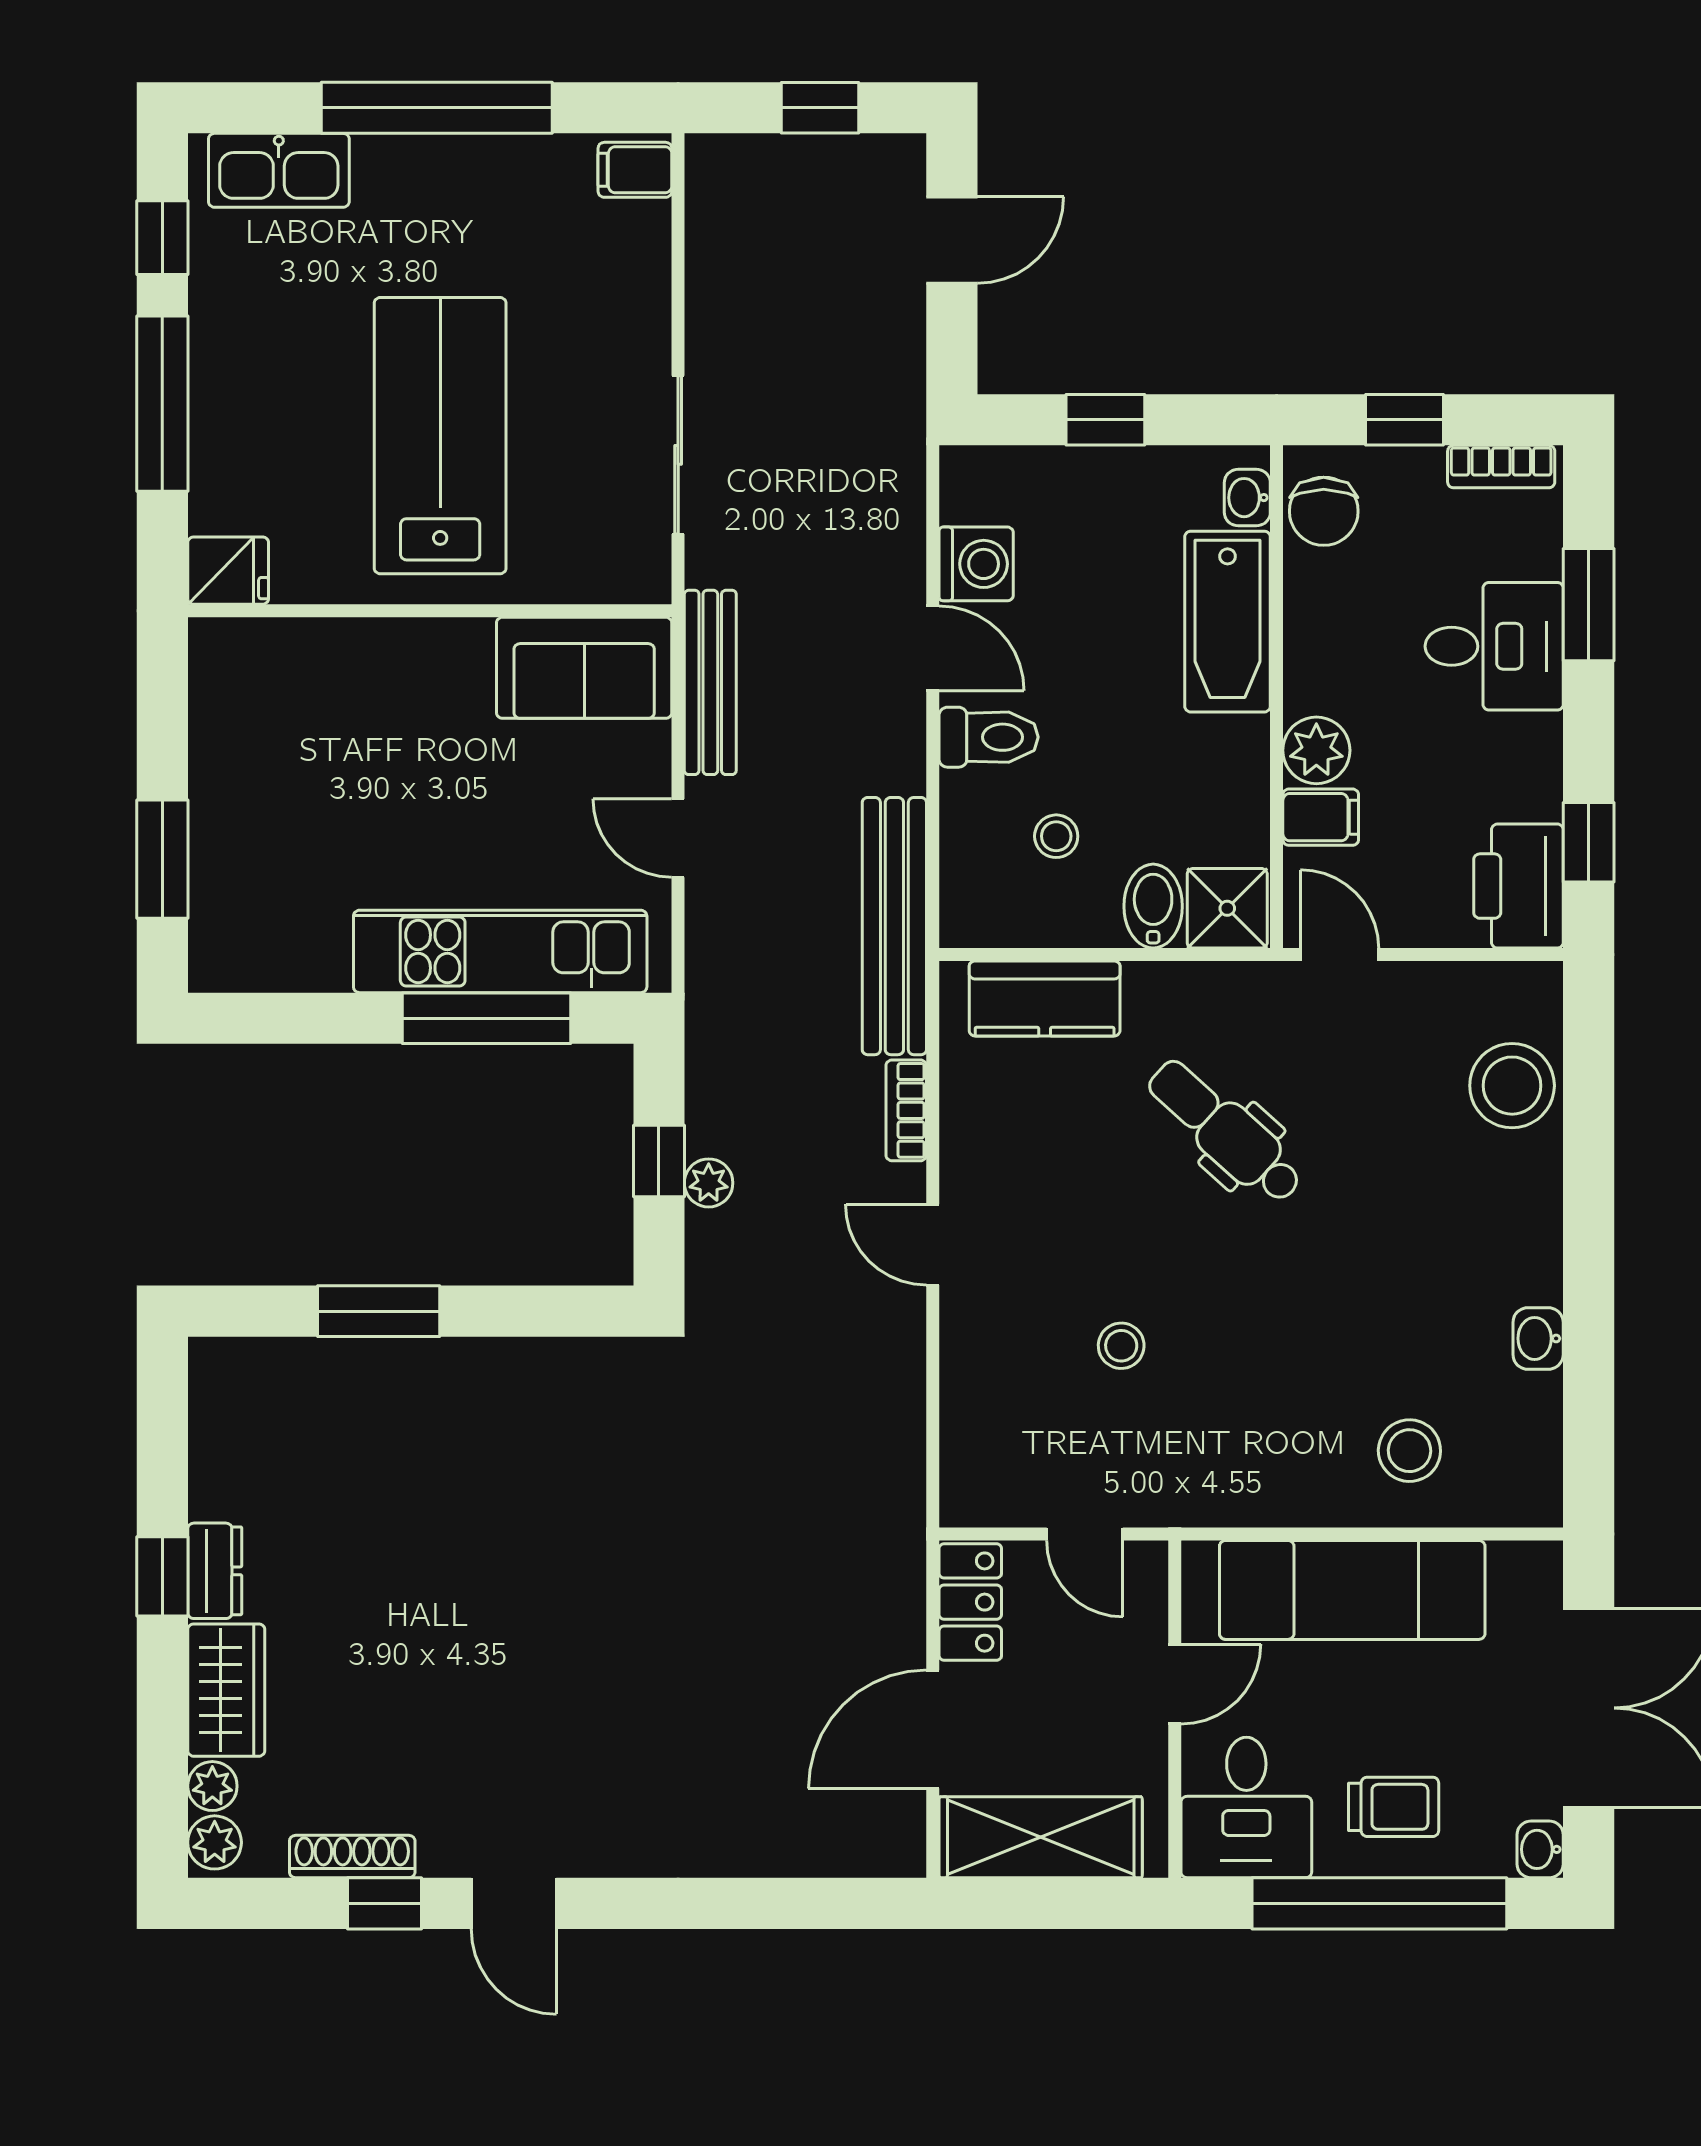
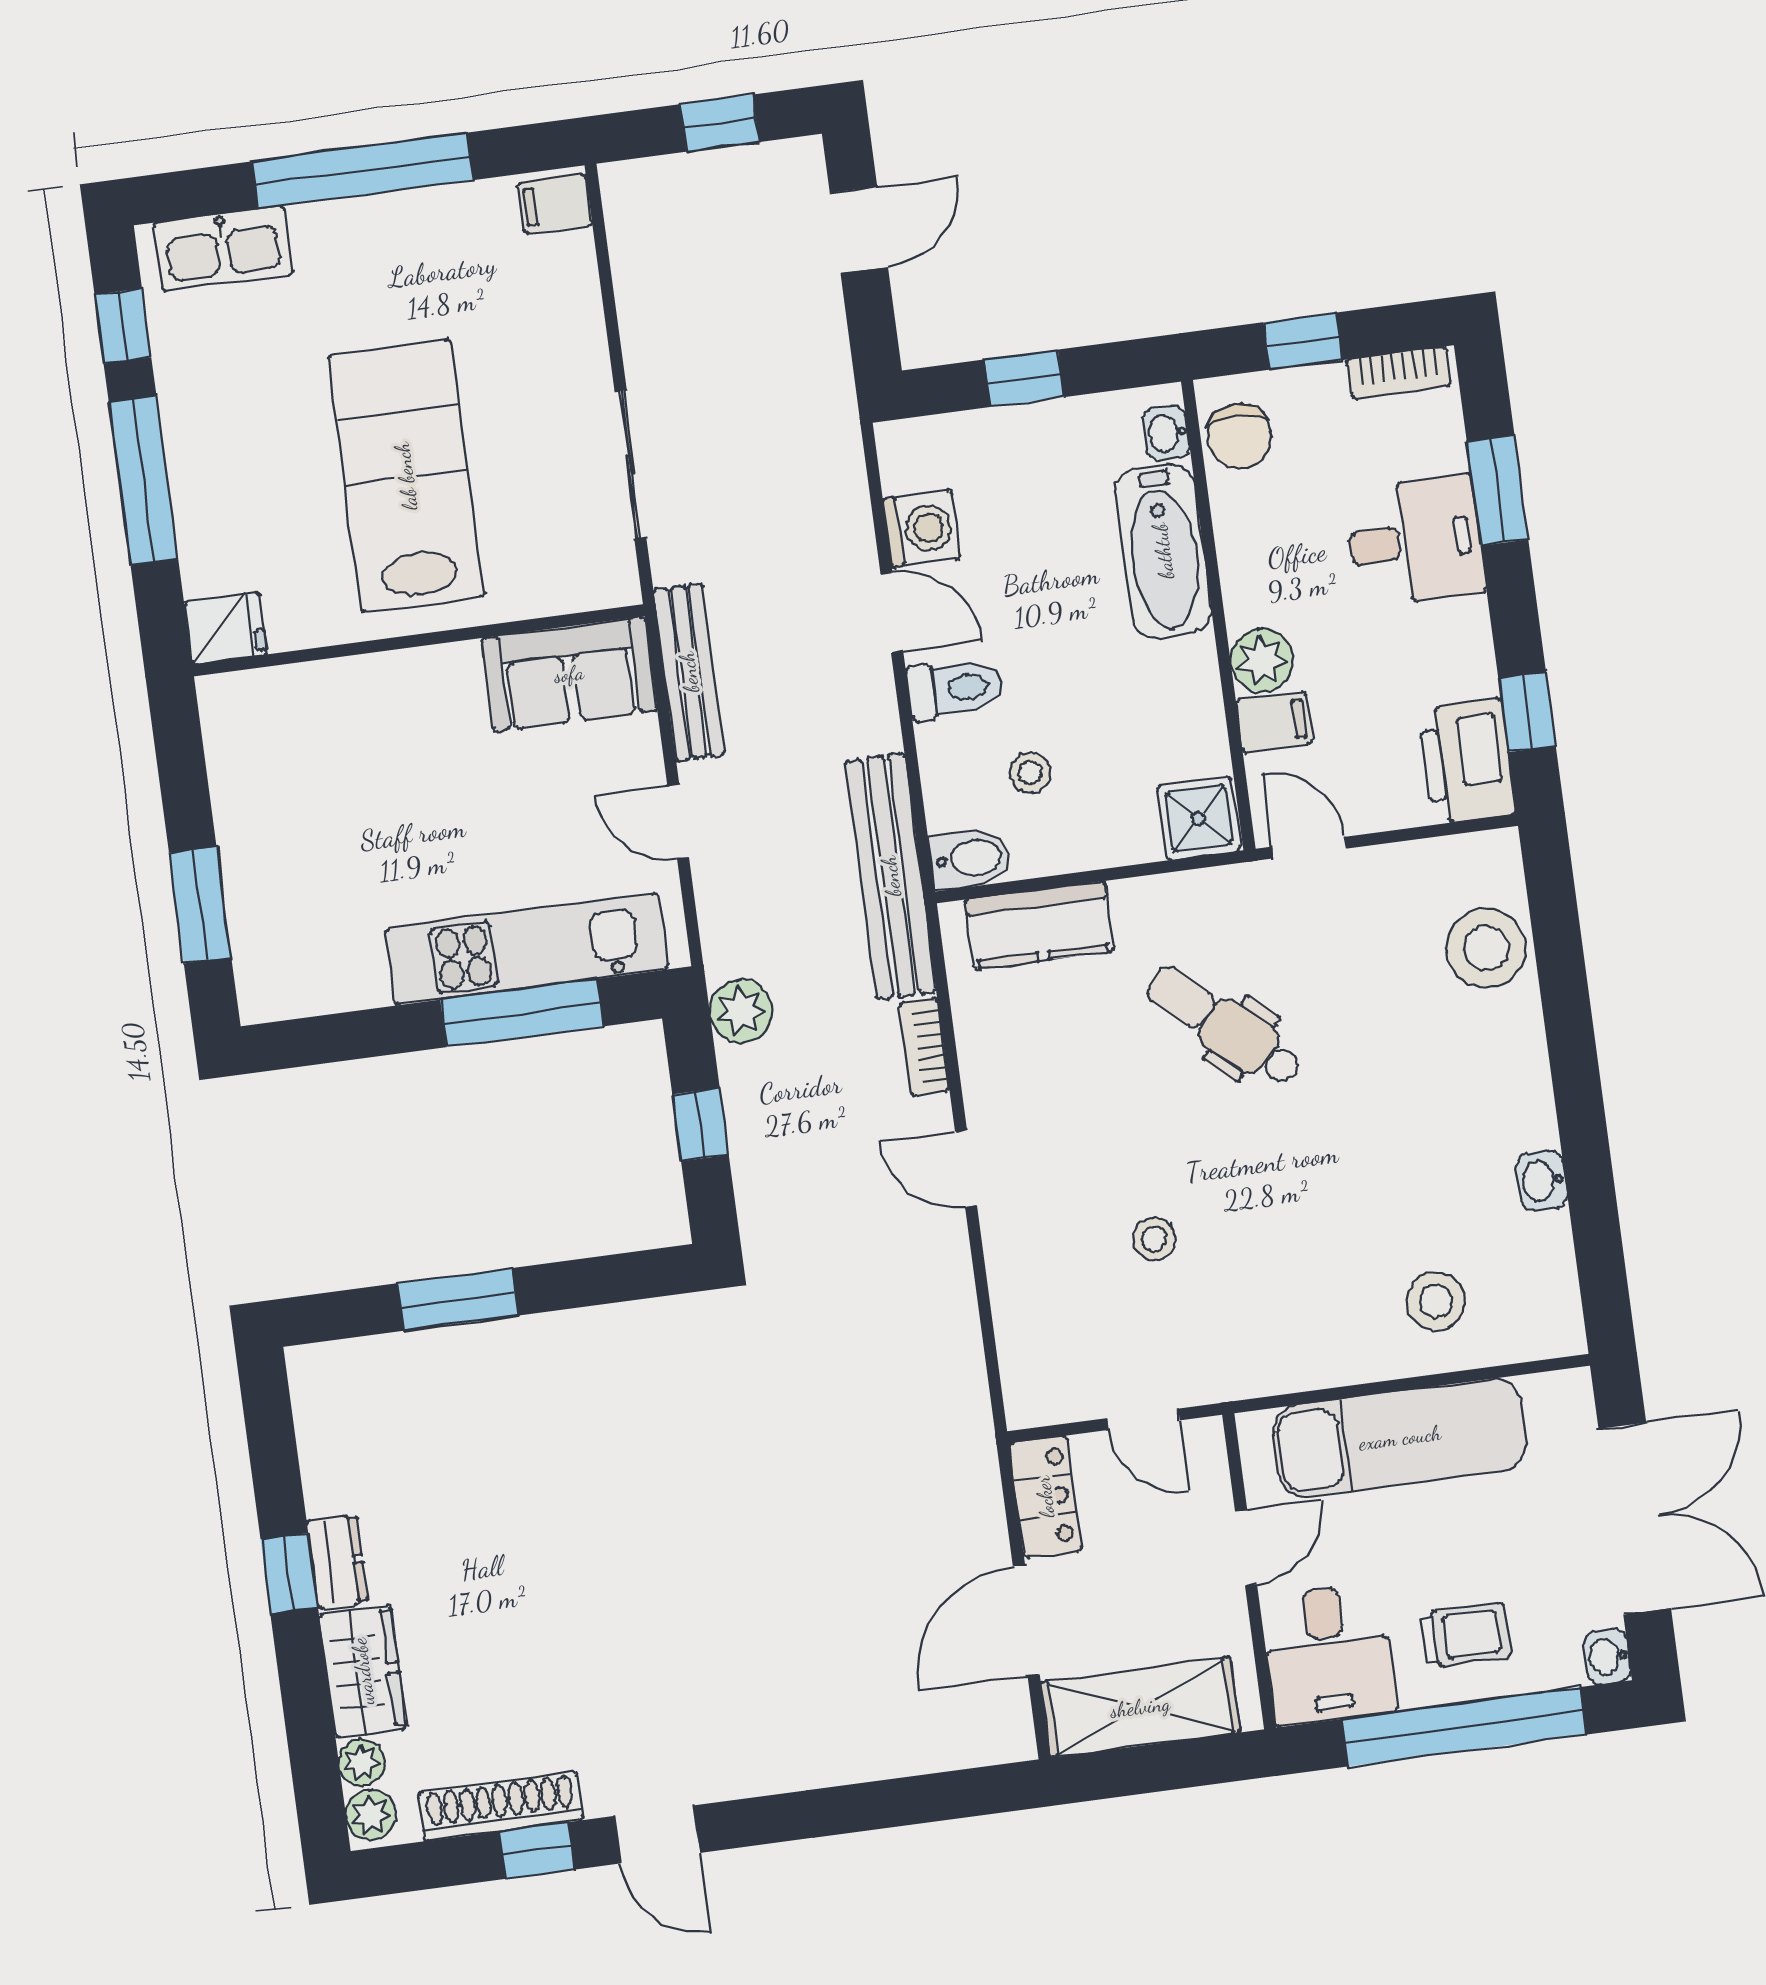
bidet: (1153, 906) -> (971, 858), moved, turned 90
plant: (709, 1183) -> (741, 1011), moved, width x1.38, depth x1.38
shoe rack: (352, 1857) -> (500, 1806), width x1.36, depth x1.24

